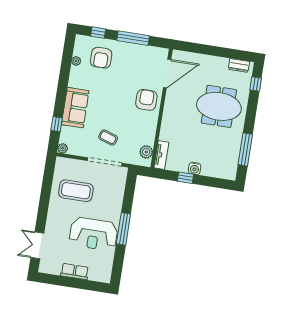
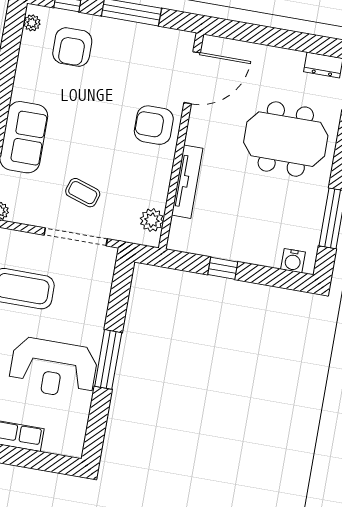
plant: (76, 61) -> (32, 23), moved
armchair: (146, 100) -> (154, 125), turned -90
tv unit: (161, 155) -> (187, 182), moved, width x1.41
water cooler: (195, 168) -> (293, 261), moved

